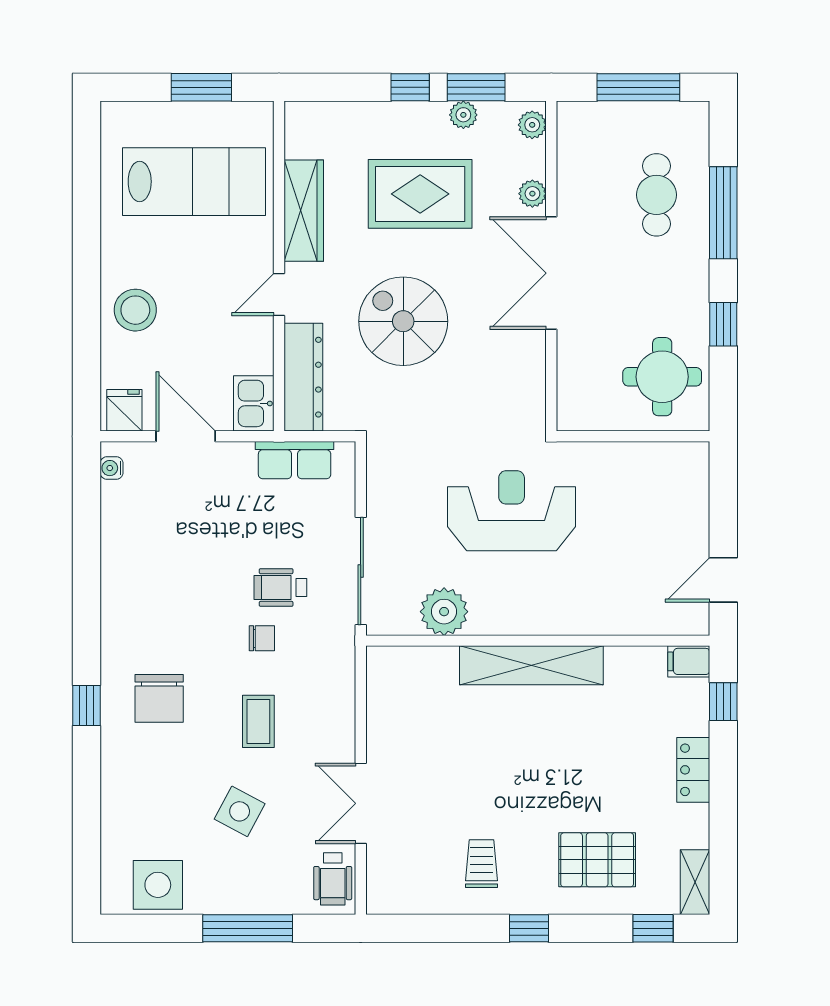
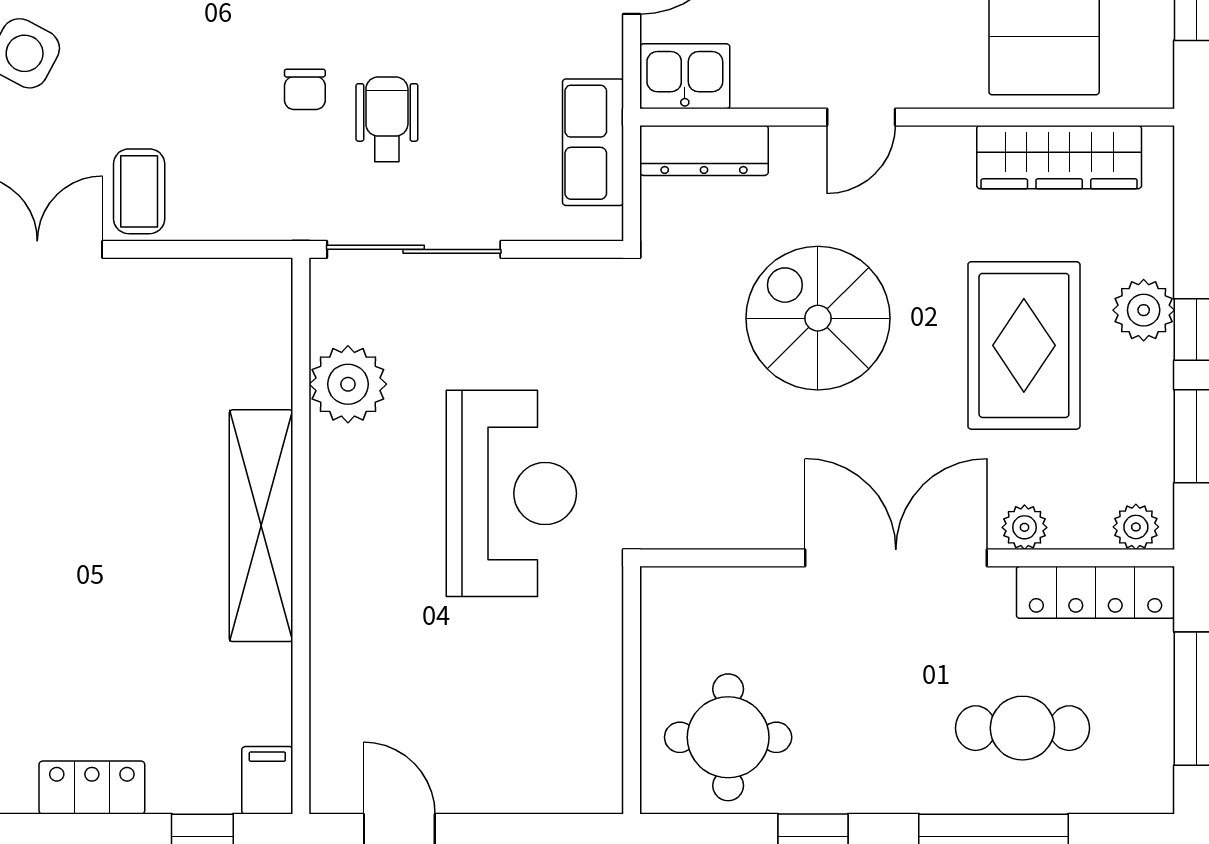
plant: (463, 115) -> (1144, 310), moved, width x1.38, depth x1.38
locker: (573, 150) -> (1096, 592), added
wardrobe: (304, 211) -> (1059, 157), moved
door: (279, 295) -> (861, 117), swing flipped
spiral stairs: (403, 321) -> (818, 318), turned -90
dresser: (303, 377) -> (704, 150), width x0.73, depth x0.80
coffee table: (258, 721) -> (139, 191), moved, turned 90

